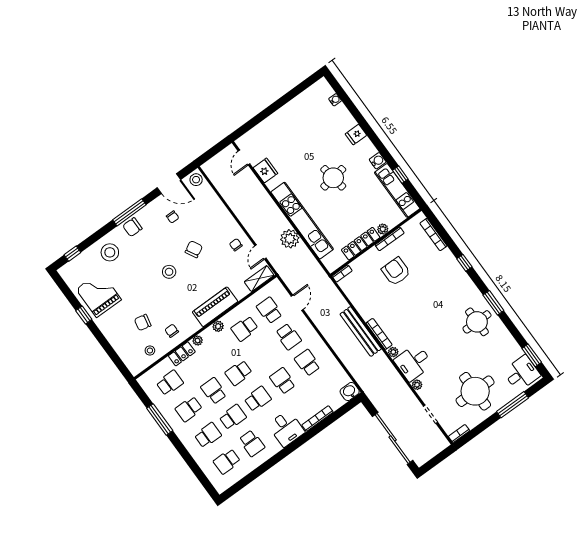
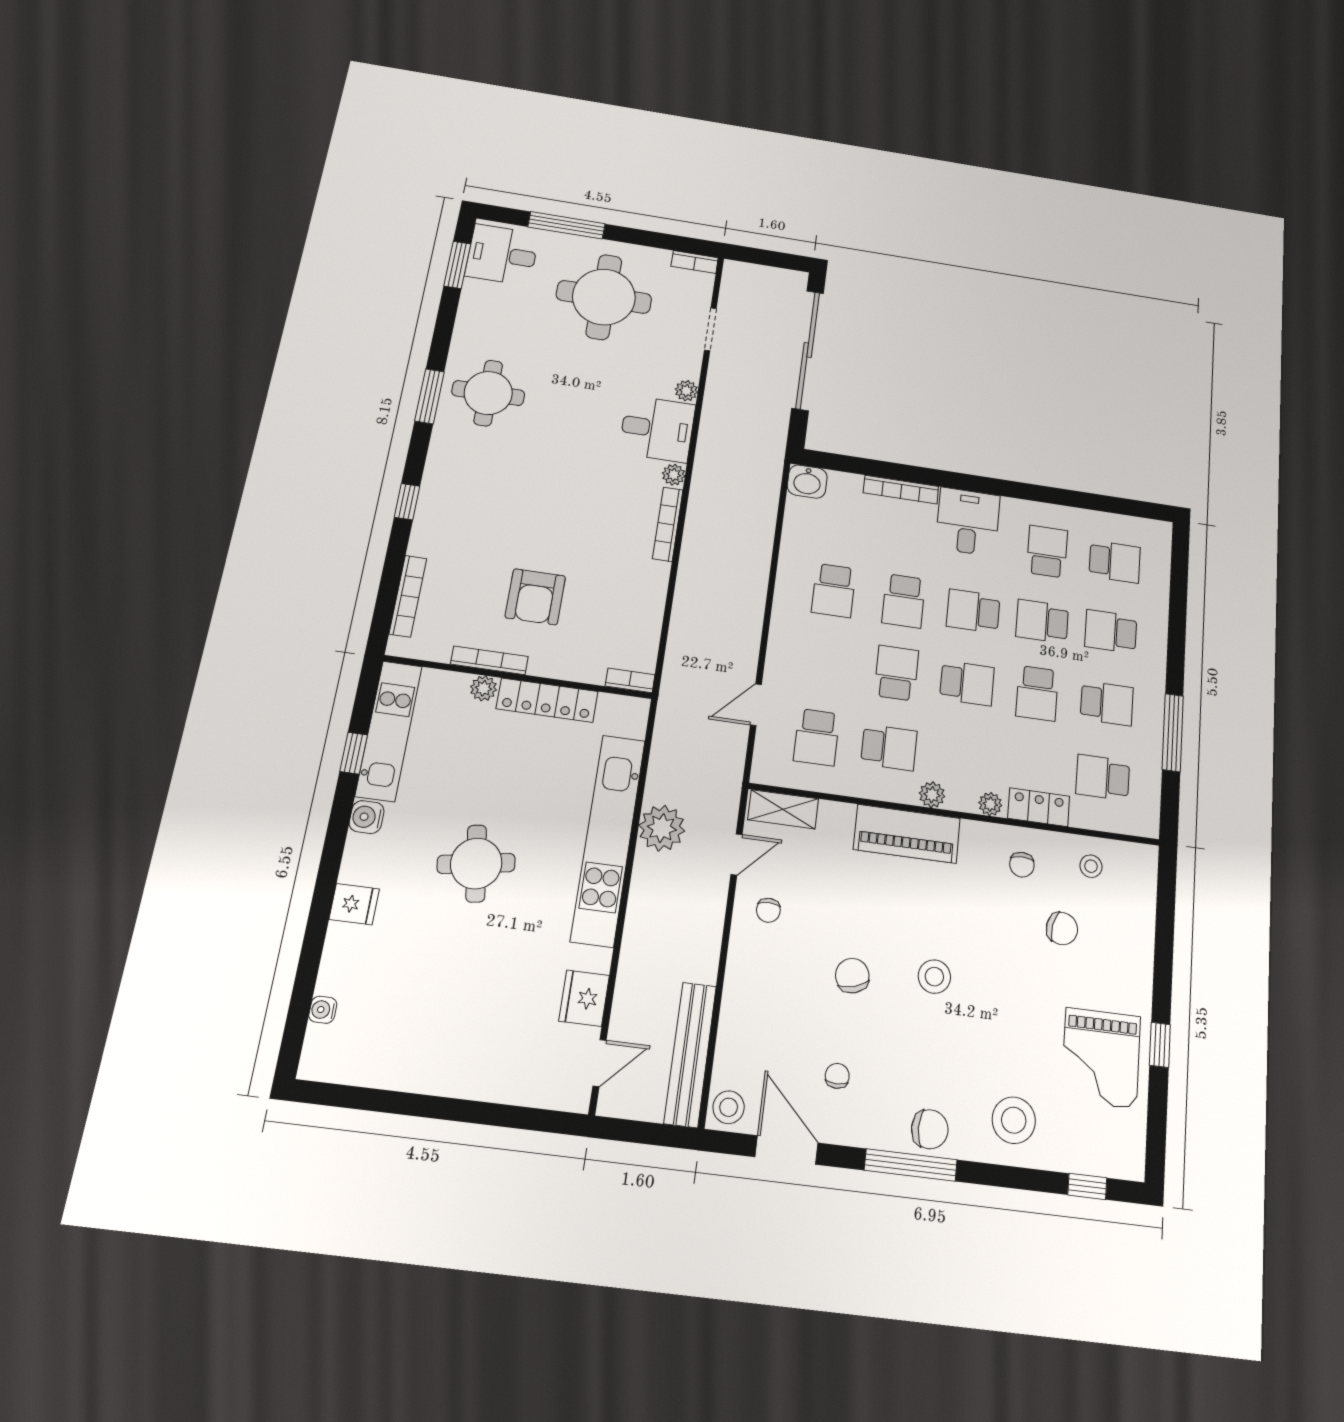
chair: (194, 249) -> (852, 976), turned 102
bench: (361, 331) -> (690, 1054), moved
school desk: (288, 337) -> (896, 673), moved

